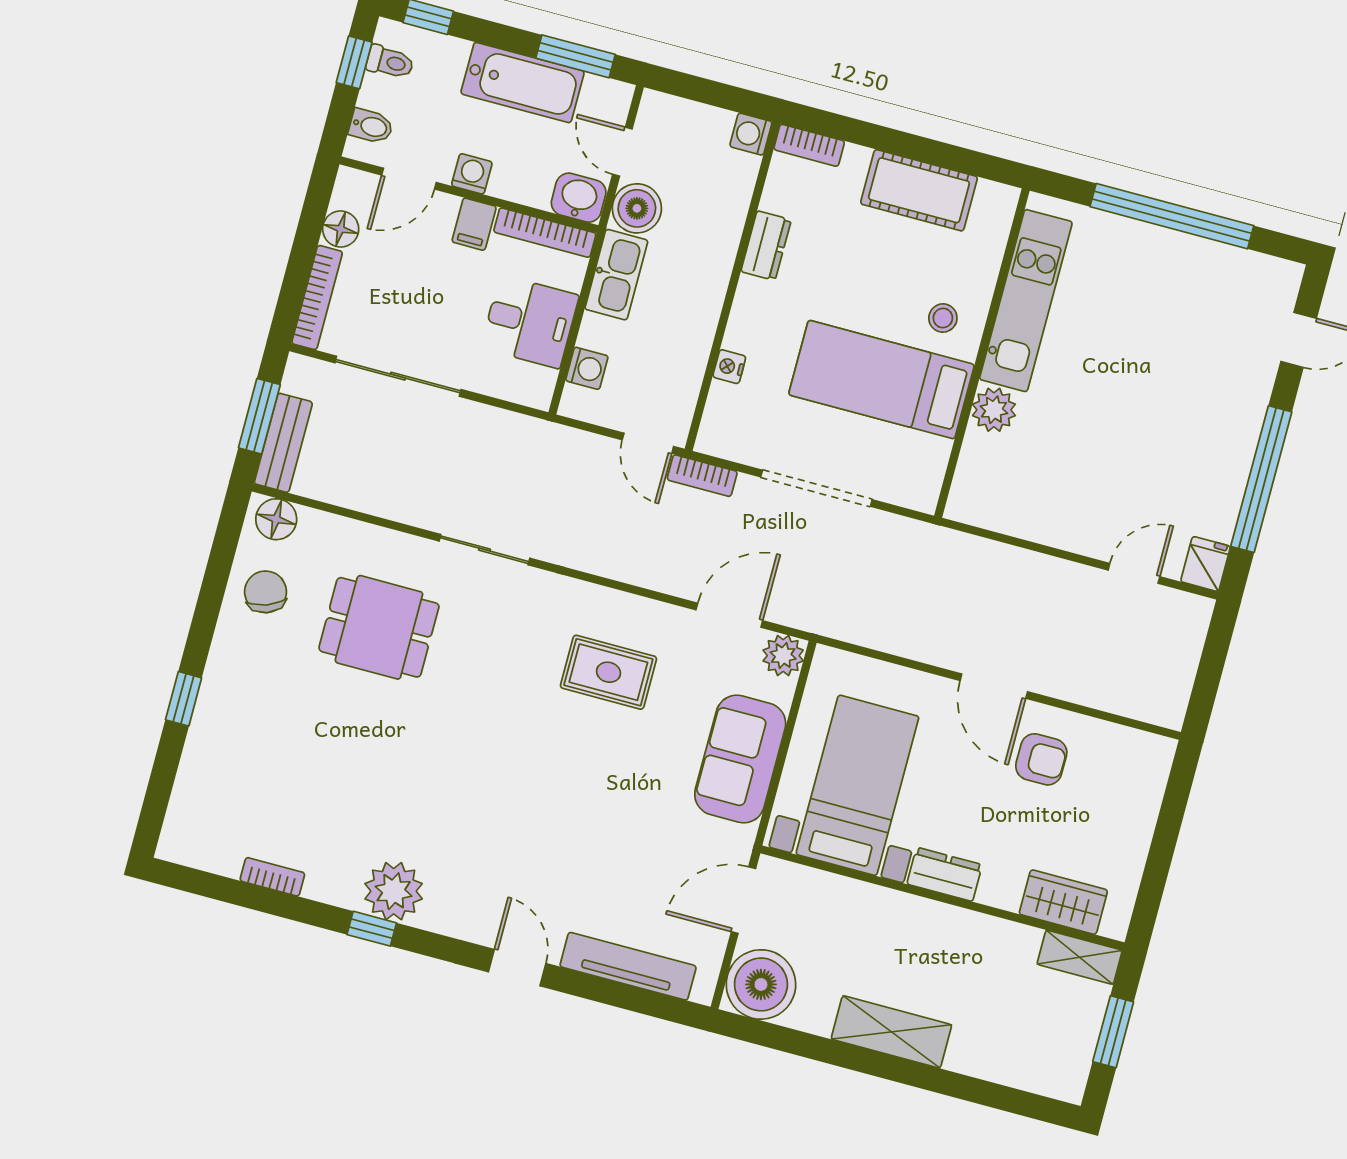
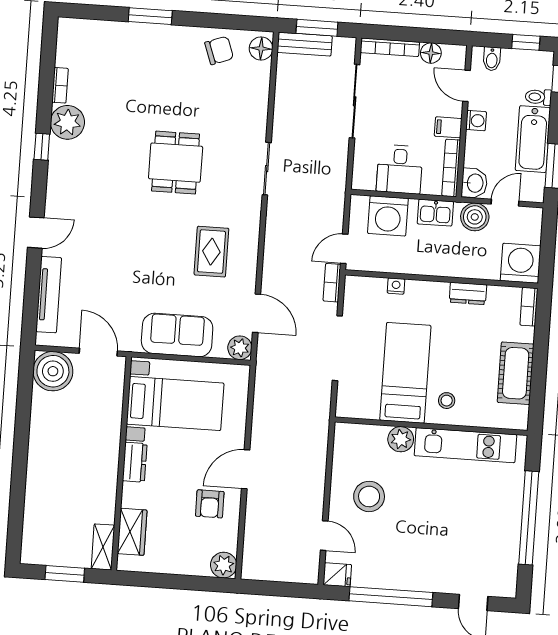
toilet: (390, 62) -> (538, 97), moved, turned 90
washing machine: (751, 134) -> (521, 263), width x1.89, depth x1.89
kitchen sink: (616, 275) -> (435, 213), width x0.73
washing machine: (587, 368) -> (388, 216), width x1.89, depth x1.89
stool: (1082, 483) -> (369, 496), added
dining table: (379, 627) -> (176, 163), moved
window: (184, 699) -> (150, 16), width x1.50
plant: (1151, 756) -> (224, 565), added
plant: (394, 891) -> (67, 122), moved
shelving: (891, 1032) -> (41, 450), removed

